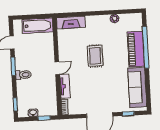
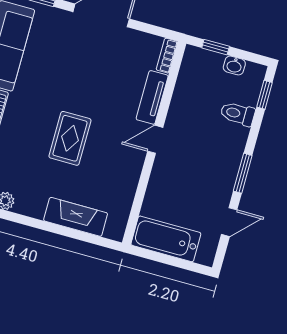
fireplace: (71, 22) -> (76, 217), moved
toilet: (23, 75) -> (238, 114), moved

